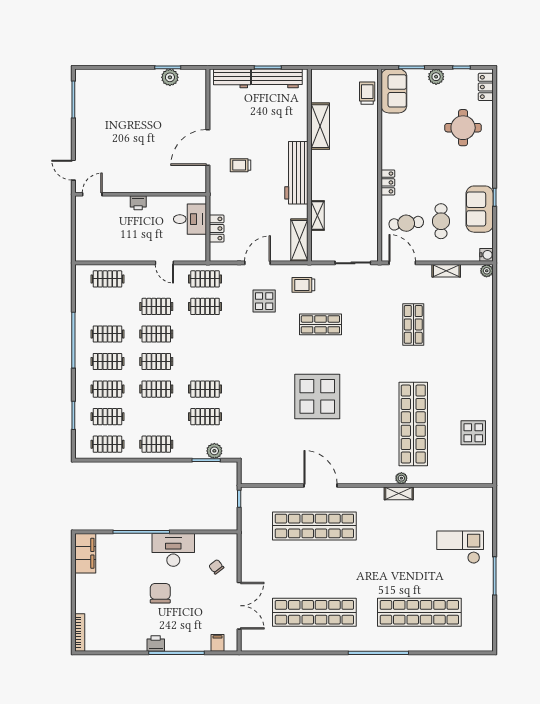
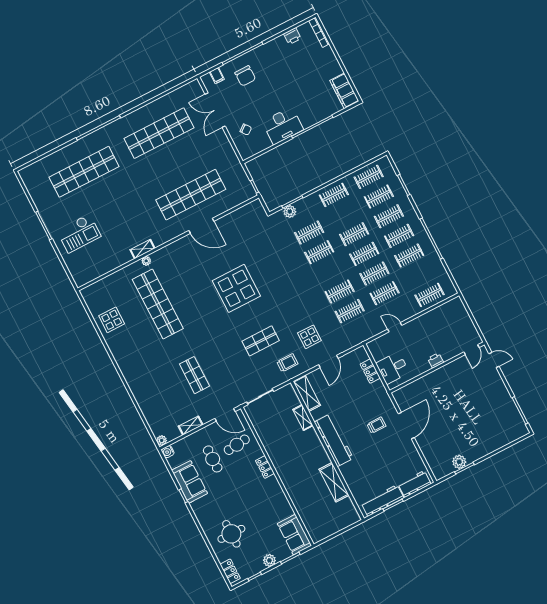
trolley: (367, 93) -> (313, 523), removed
clothes rail: (205, 279) -> (340, 292), moved
chair: (160, 593) -> (245, 76), moved
printer: (156, 643) -> (292, 36), moved

